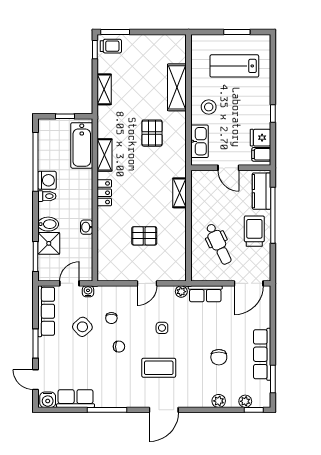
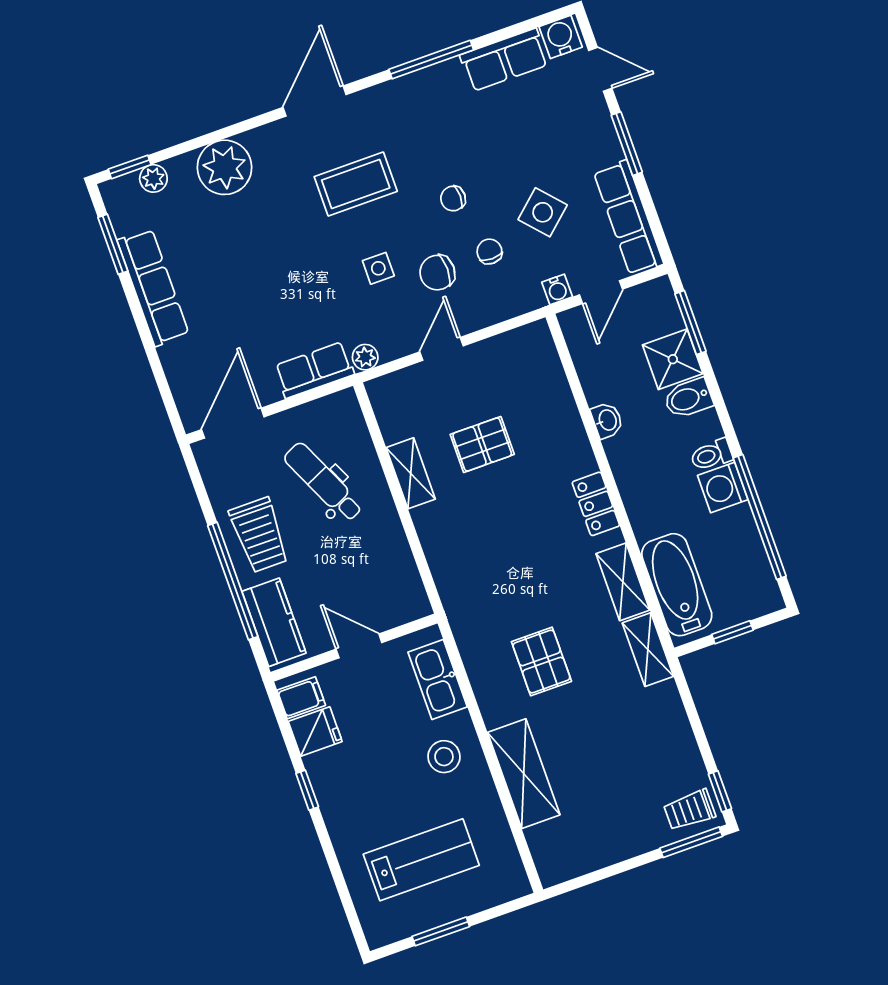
shelving: (104, 89) -> (648, 650), moved
shelving: (180, 193) -> (411, 473), moved
chair: (219, 357) -> (437, 273), moved, turned -90
plant: (219, 401) -> (225, 167), width x1.87, depth x1.87

